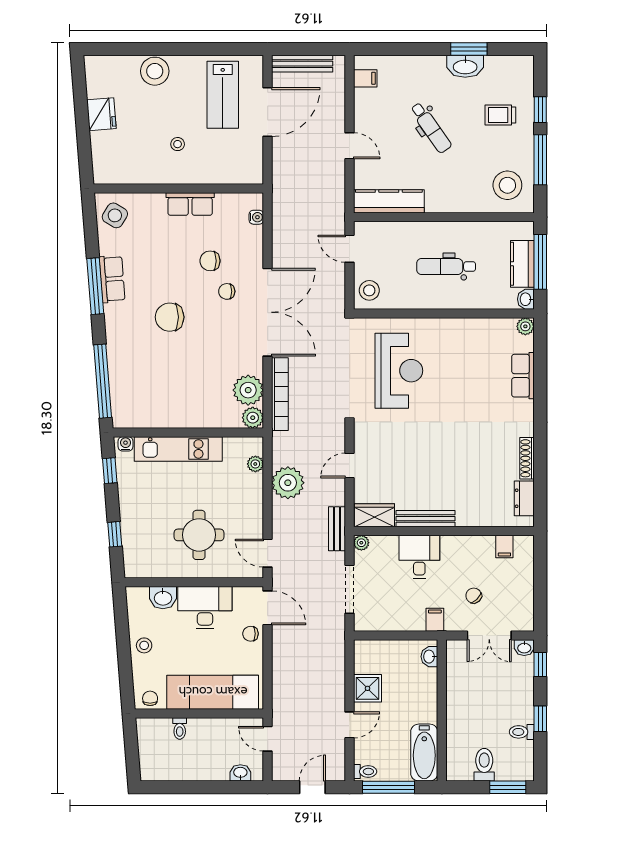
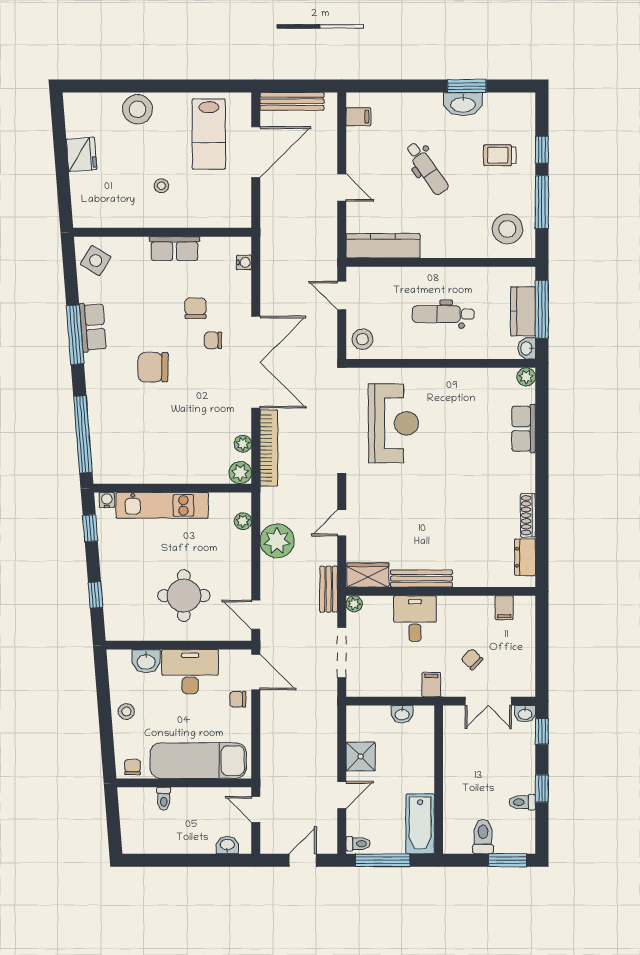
chair: (210, 261) -> (195, 308), turned 90
plant: (248, 390) -> (243, 444), width x0.53, depth x0.53
washbasin: (429, 657) -> (402, 714), moved, turned -90

